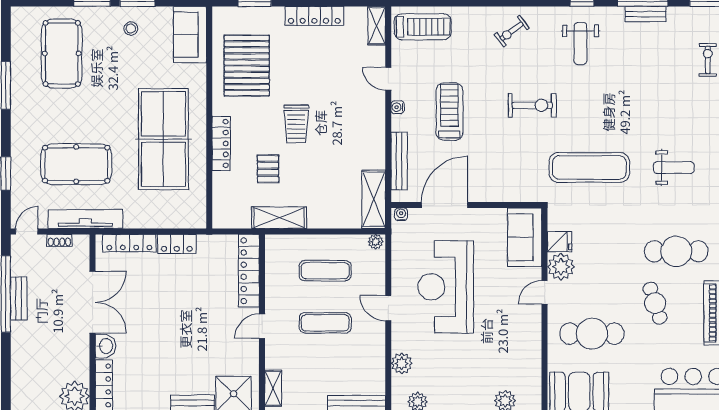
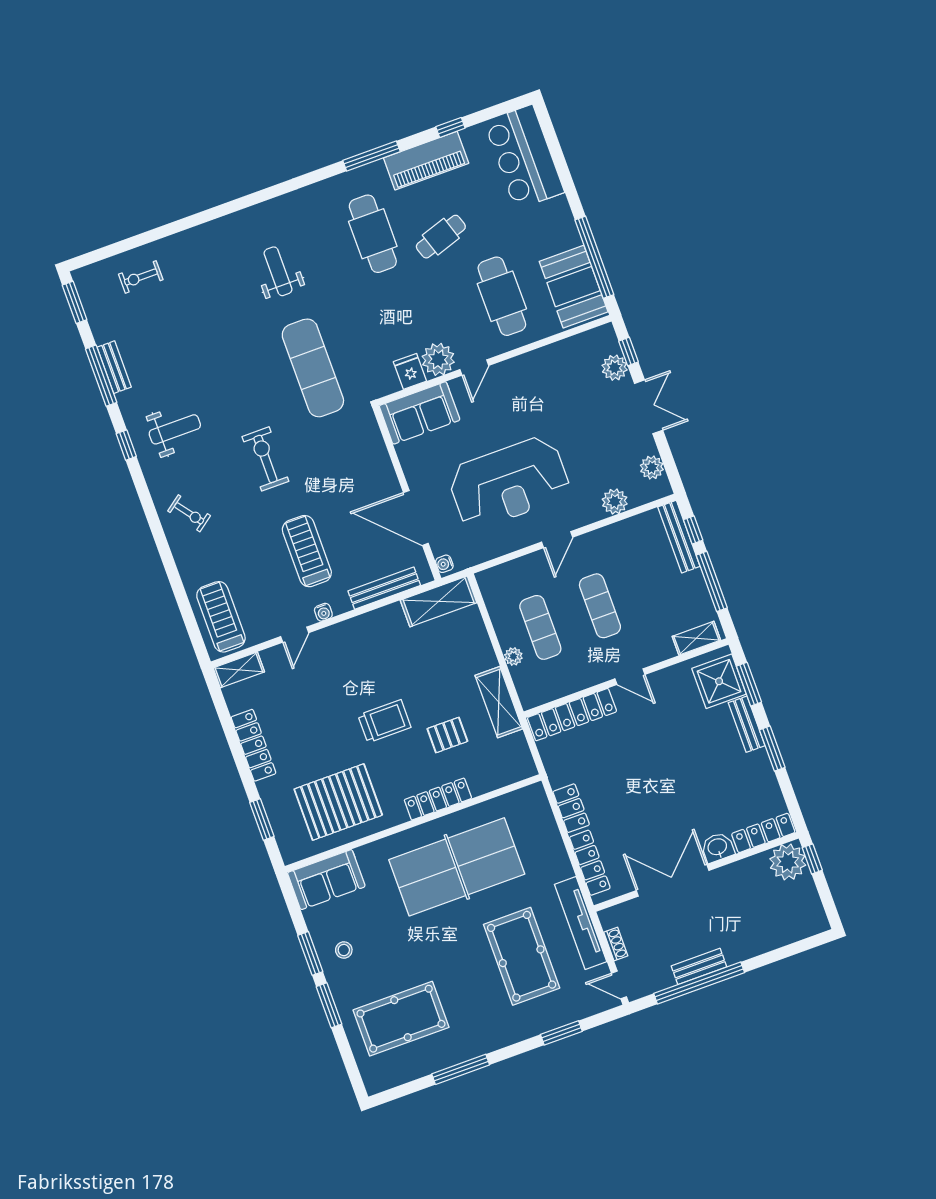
treadmill: (449, 112) -> (307, 551), turned 90
plant: (376, 242) -> (513, 656), moved
door: (545, 292) -> (474, 367), hinge flipped

